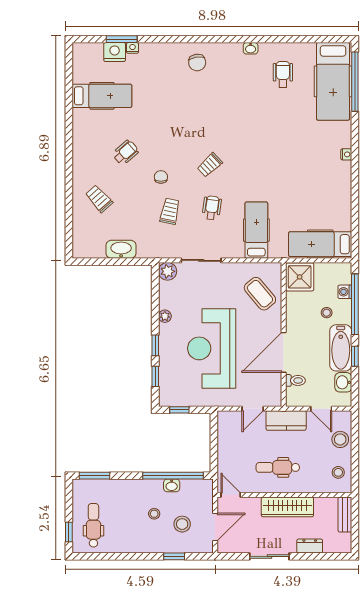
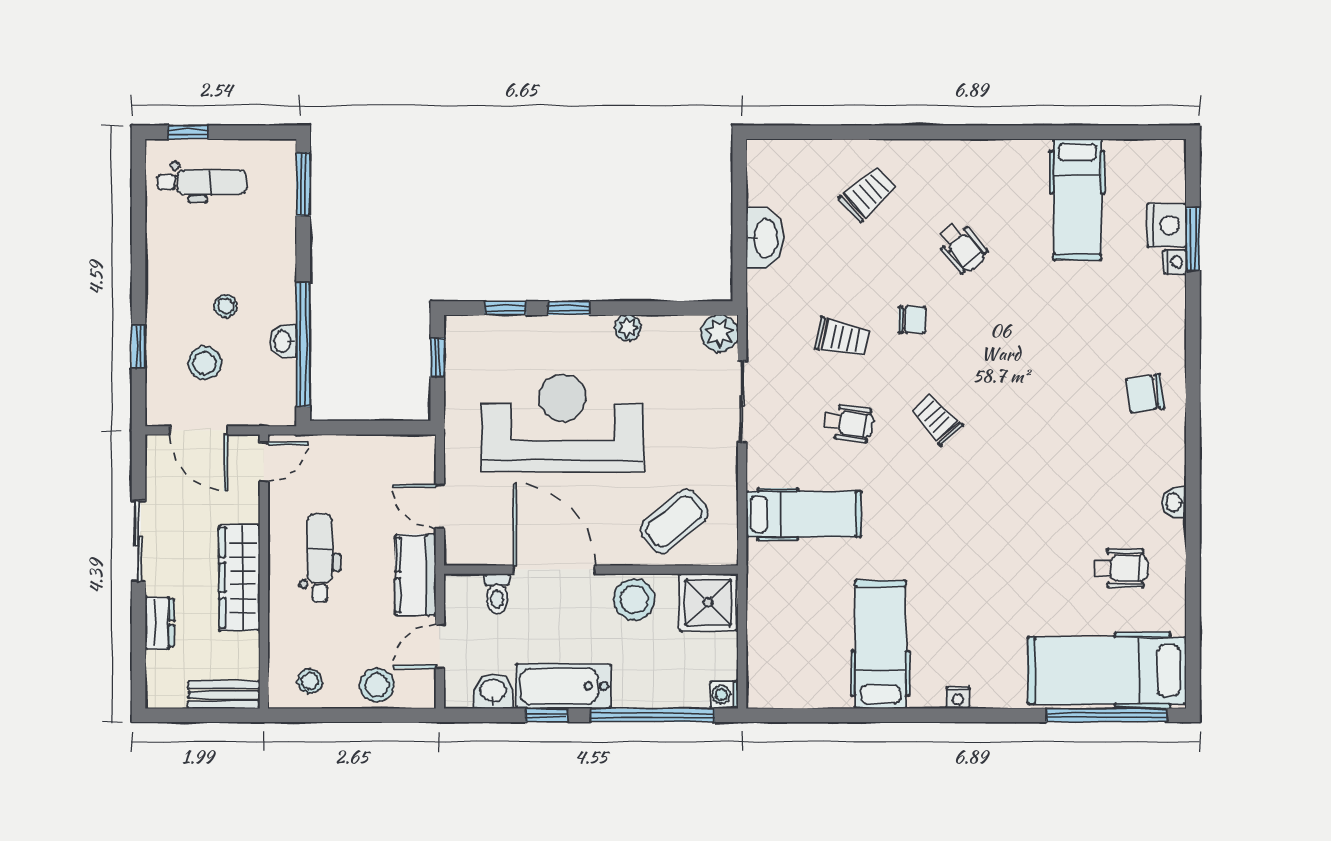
hospital bed: (320, 244) -> (880, 644), moved
washing machine: (345, 292) -> (724, 695), moved, turned -90
stool: (327, 313) -> (634, 599), moved, width x1.89, depth x1.89

